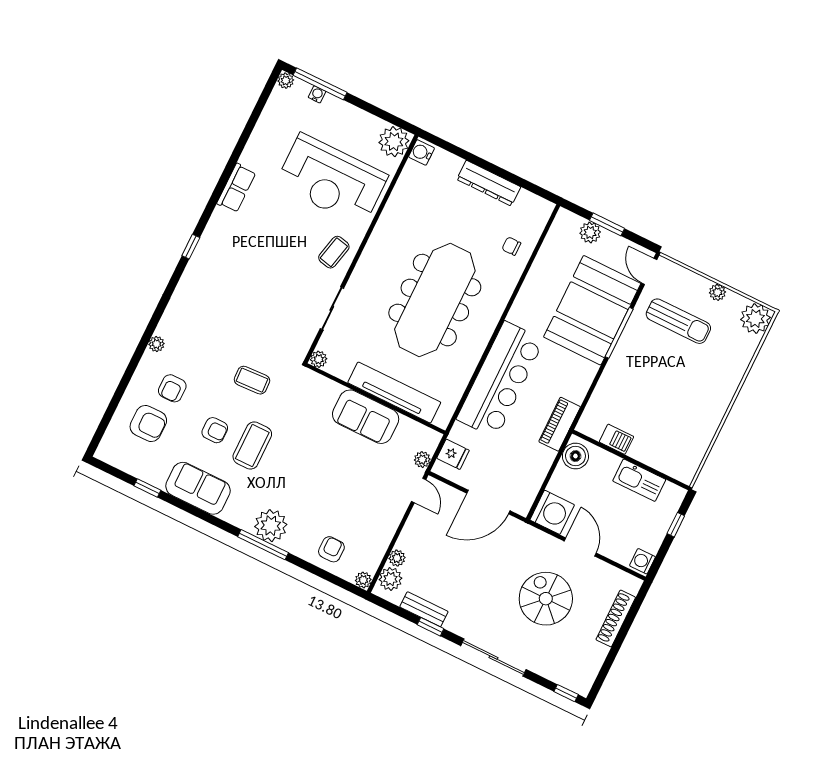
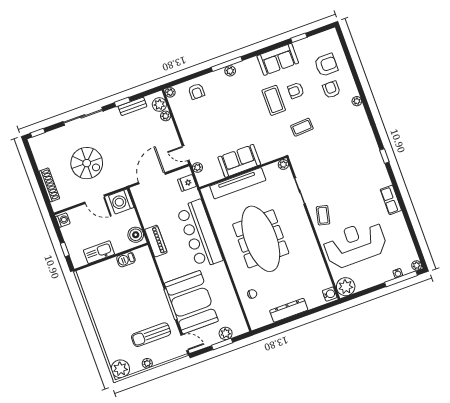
armchair: (148, 423) -> (326, 65), turned 180
plant: (271, 526) -> (230, 71), width x0.53, depth x0.53

